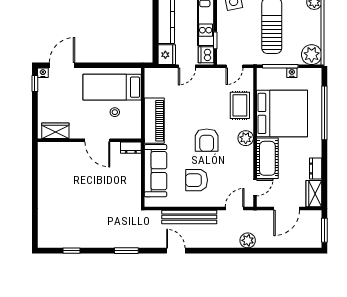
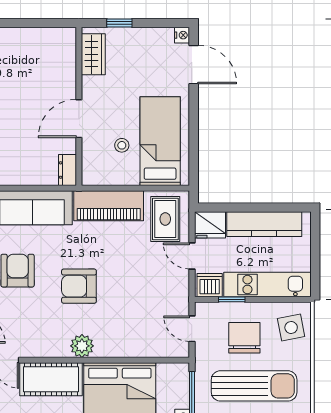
chair: (240, 32) -> (244, 338), added
window: (35, 84) -> (119, 23), moved
rug: (240, 105) -> (165, 219), moved, turned 90

